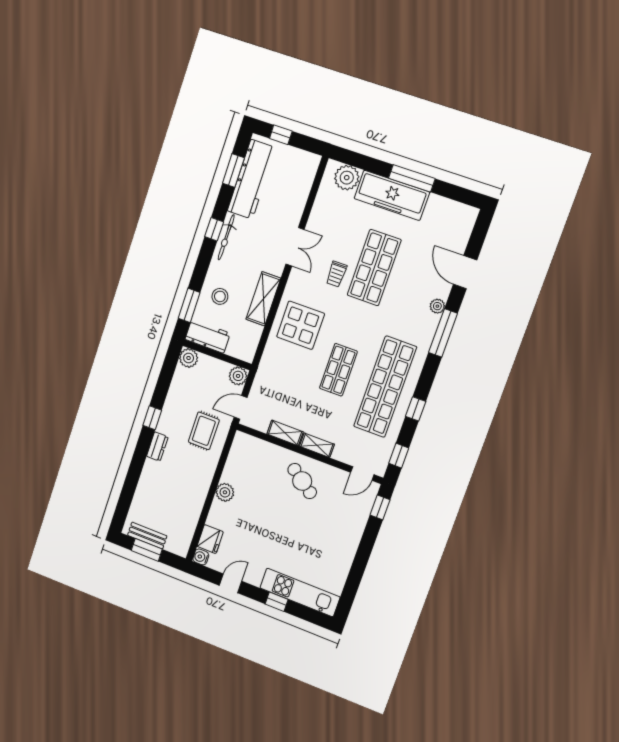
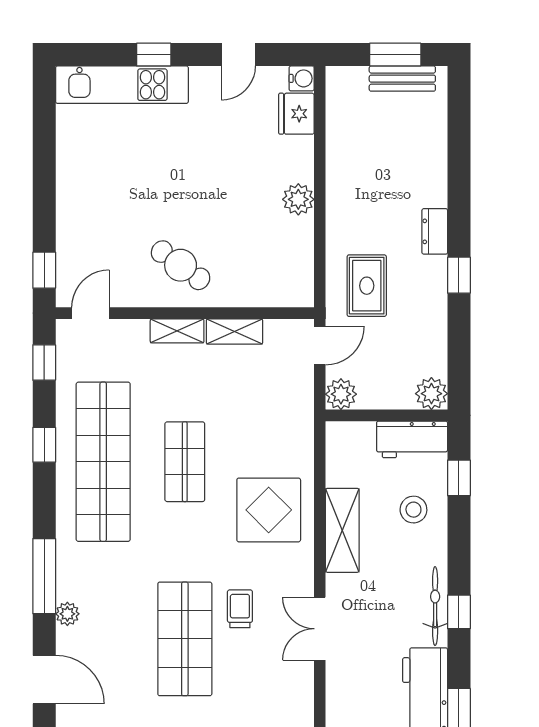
window: (189, 305) -> (459, 478), width x0.67

